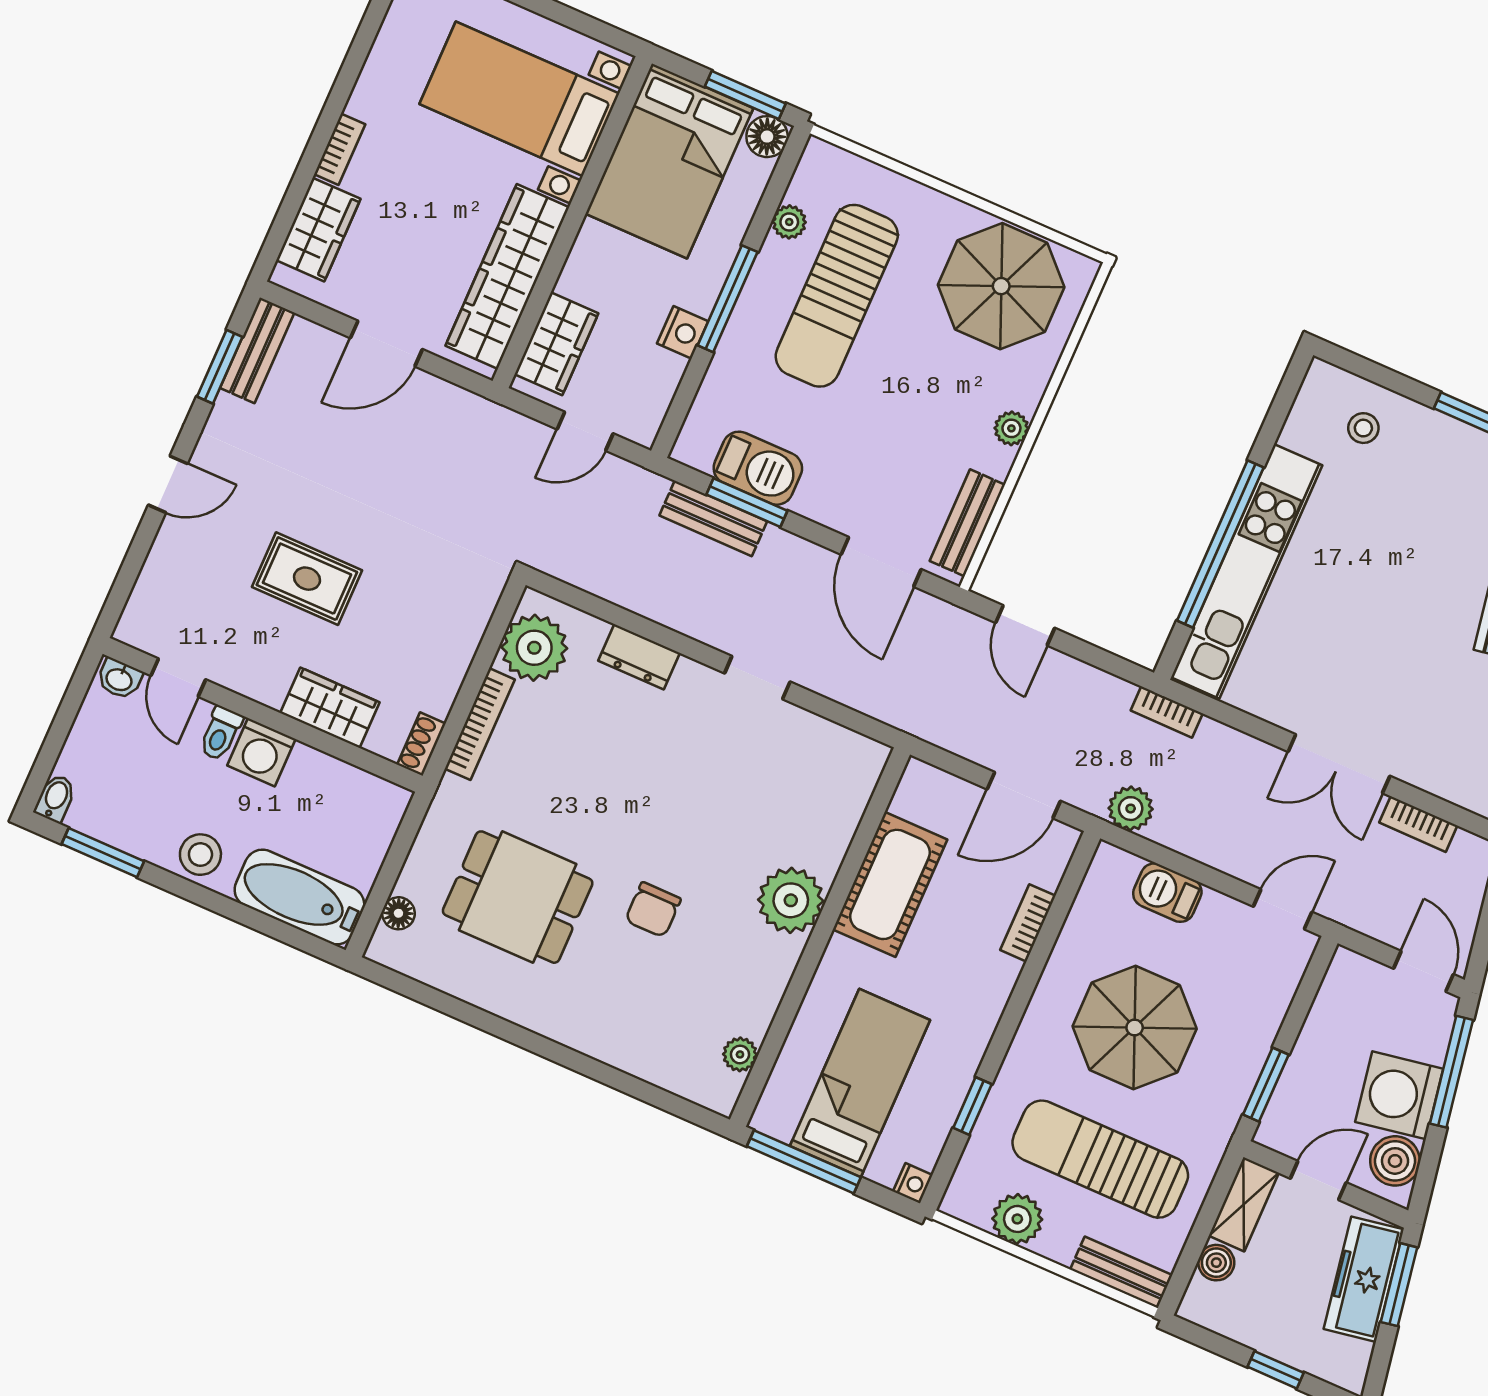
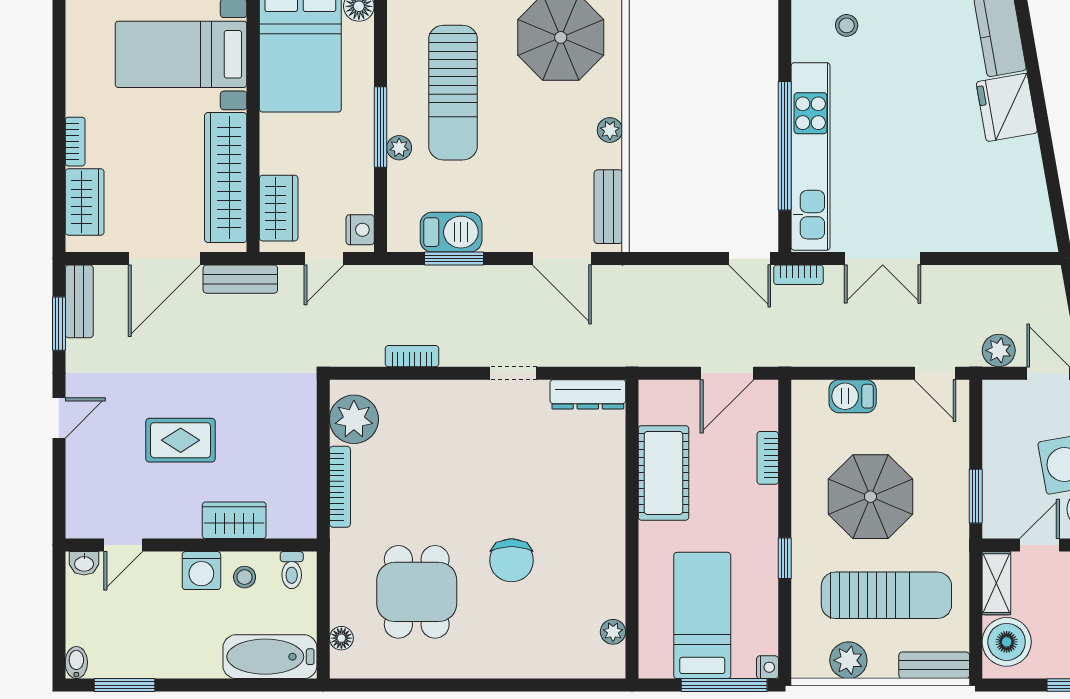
plant: (789, 222) -> (399, 148), moved
nightstand: (683, 332) -> (360, 230), moved
door: (386, 344) -> (164, 259), width x1.36
bench: (713, 518) -> (240, 279), moved
door: (1025, 625) -> (750, 259), moved
dresser: (639, 657) -> (588, 394), moved, width x1.44
door: (178, 678) -> (123, 545), hinge flipped
toilet: (220, 733) -> (292, 570), moved
shoe rack: (421, 744) -> (307, 518), removed
double door: (1339, 764) -> (883, 259), moved
plant: (1131, 809) -> (999, 350), moved
bookcase: (1418, 824) -> (412, 356), moved, turned 180
stool: (200, 855) -> (245, 577), moved, width x0.73, depth x0.73
dining table: (518, 897) -> (417, 592), turned 90
plant: (791, 900) -> (601, 513), removed
door: (1283, 909) -> (935, 373), swing flipped
chair: (653, 910) -> (512, 560), width x1.37, depth x1.37
window: (972, 1106) -> (785, 558), moved
sun lounger: (1100, 1159) -> (886, 595), turned 180
window: (804, 1162) -> (724, 685), moved
boiler: (1216, 1263) -> (1007, 642), width x1.86, depth x1.86

